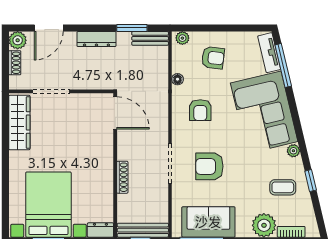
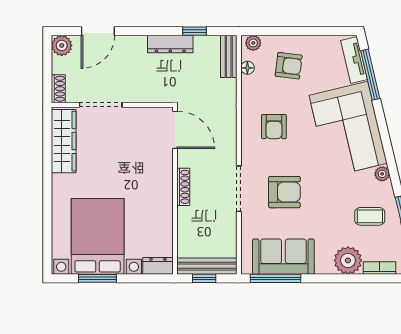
window: (132, 28) -> (194, 31), width x0.67
bench: (150, 38) -> (229, 56), moved, turned 90
dresser: (96, 39) -> (170, 44), moved
shoe rack: (15, 63) -> (58, 89), moved
floor lamp: (178, 79) -> (247, 68), moved
armchair: (209, 166) -> (284, 192), turned 180
shoe rack: (122, 177) -> (183, 187), moved

